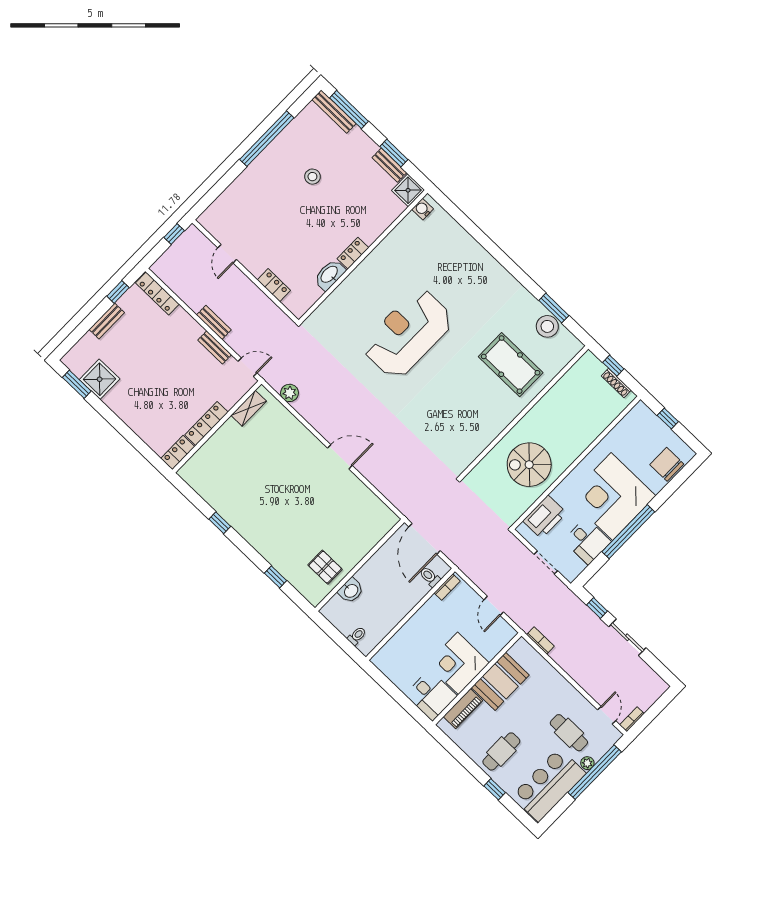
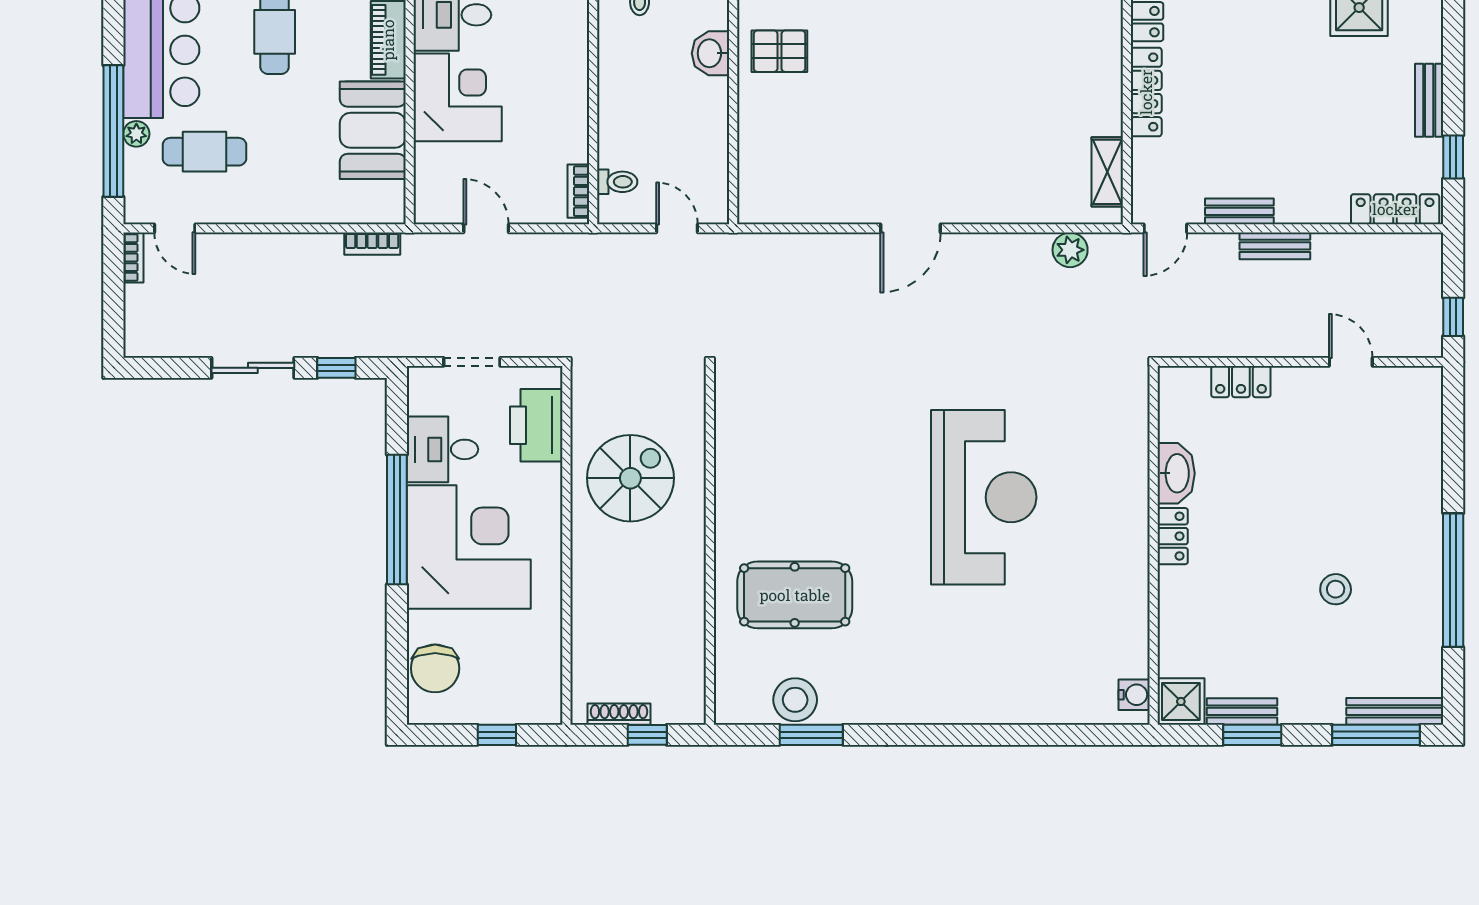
chair: (667, 464) -> (435, 668), turned 90
door: (425, 539) -> (677, 228), width x0.53

